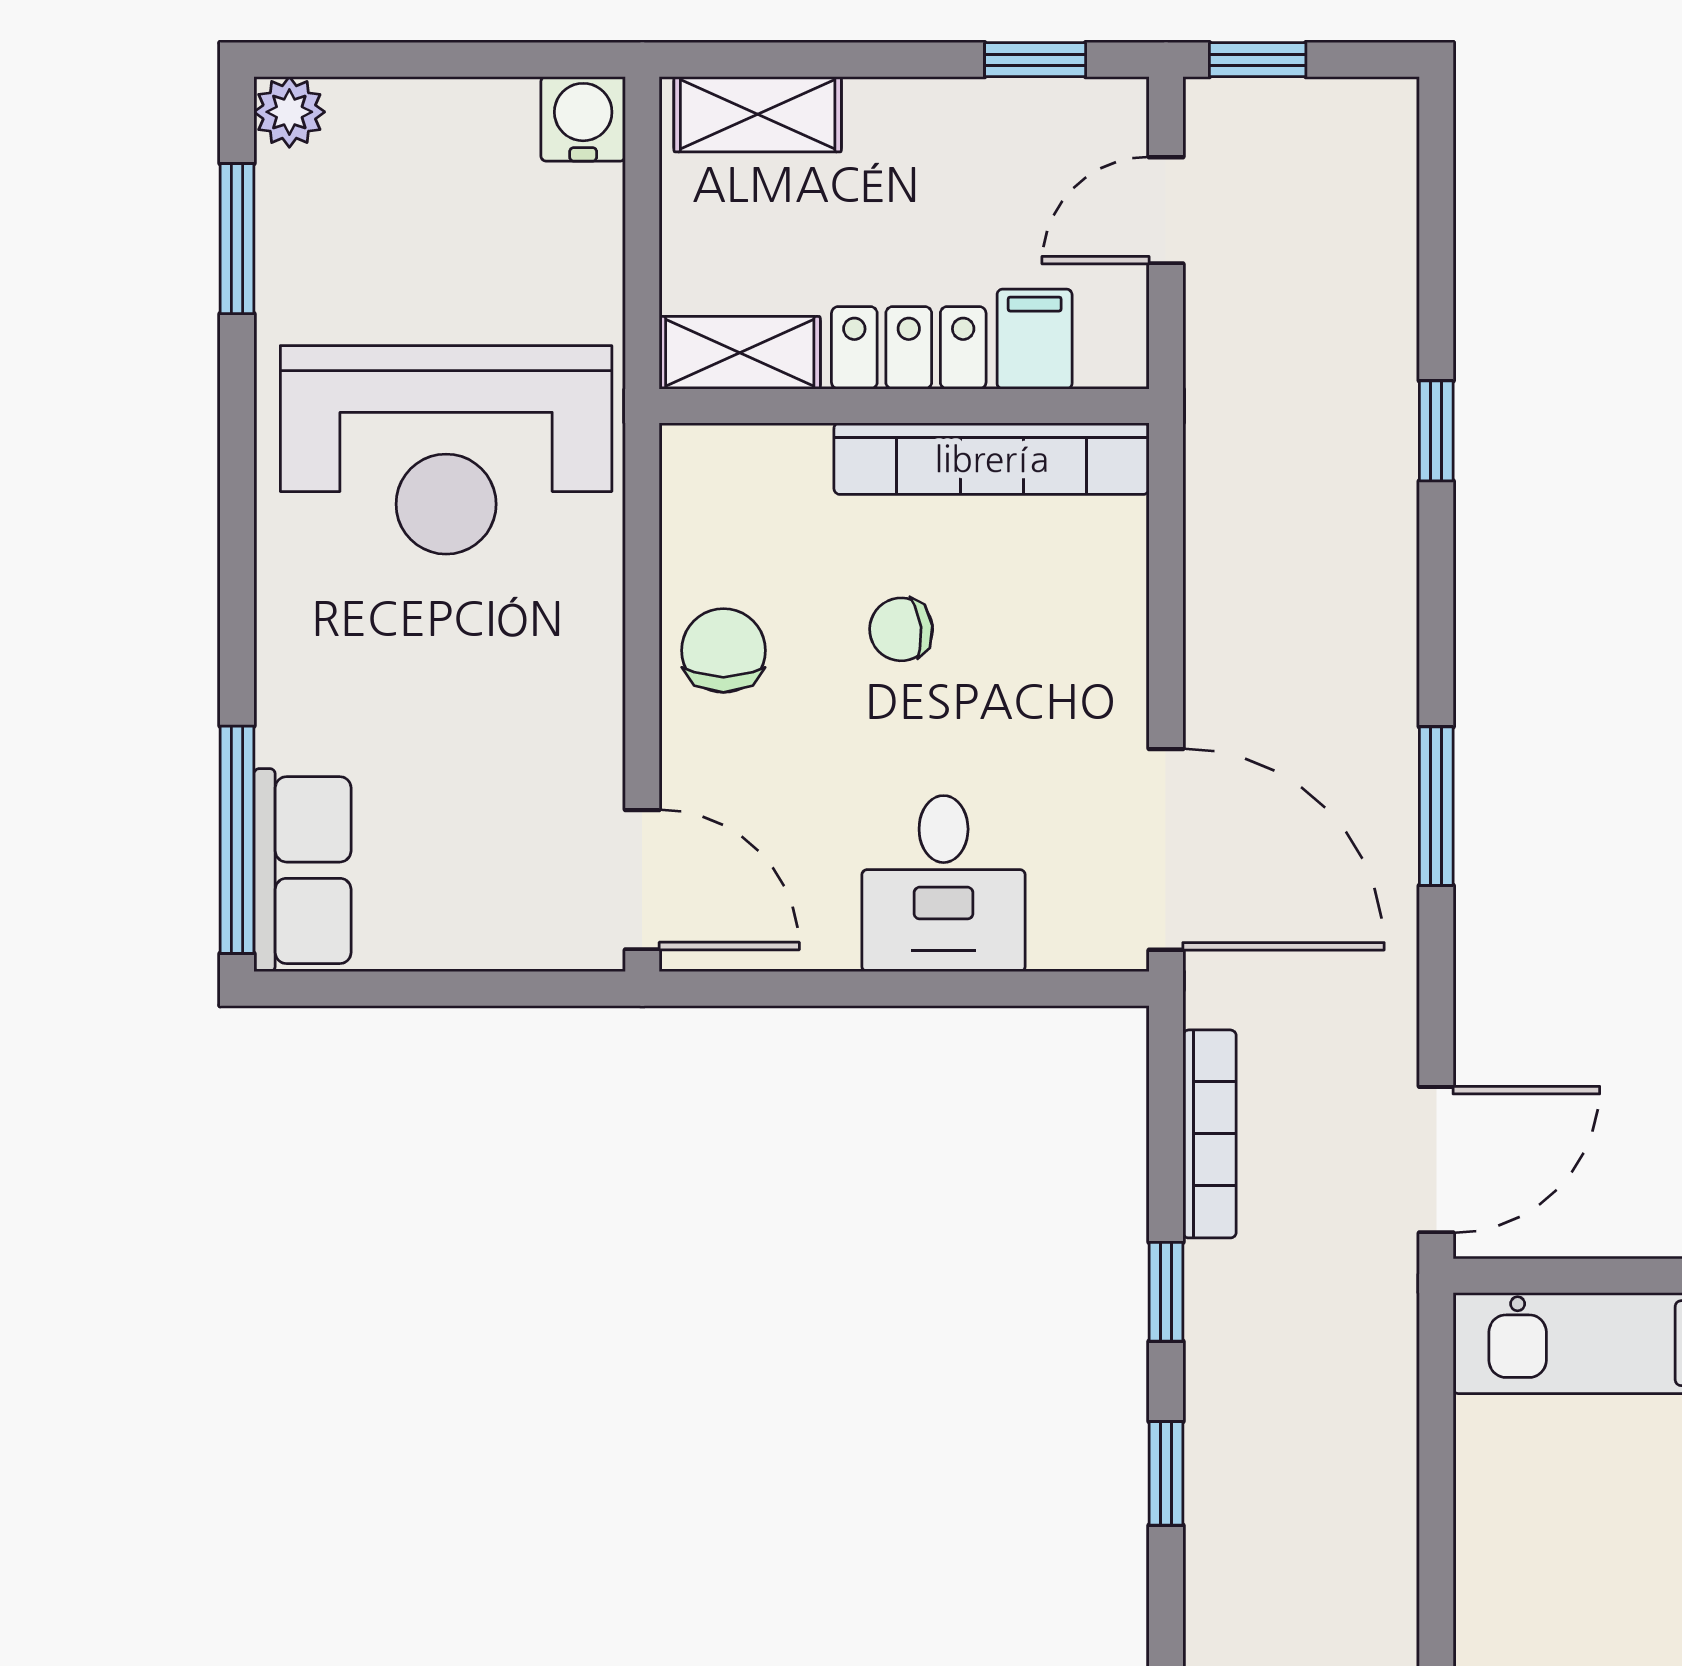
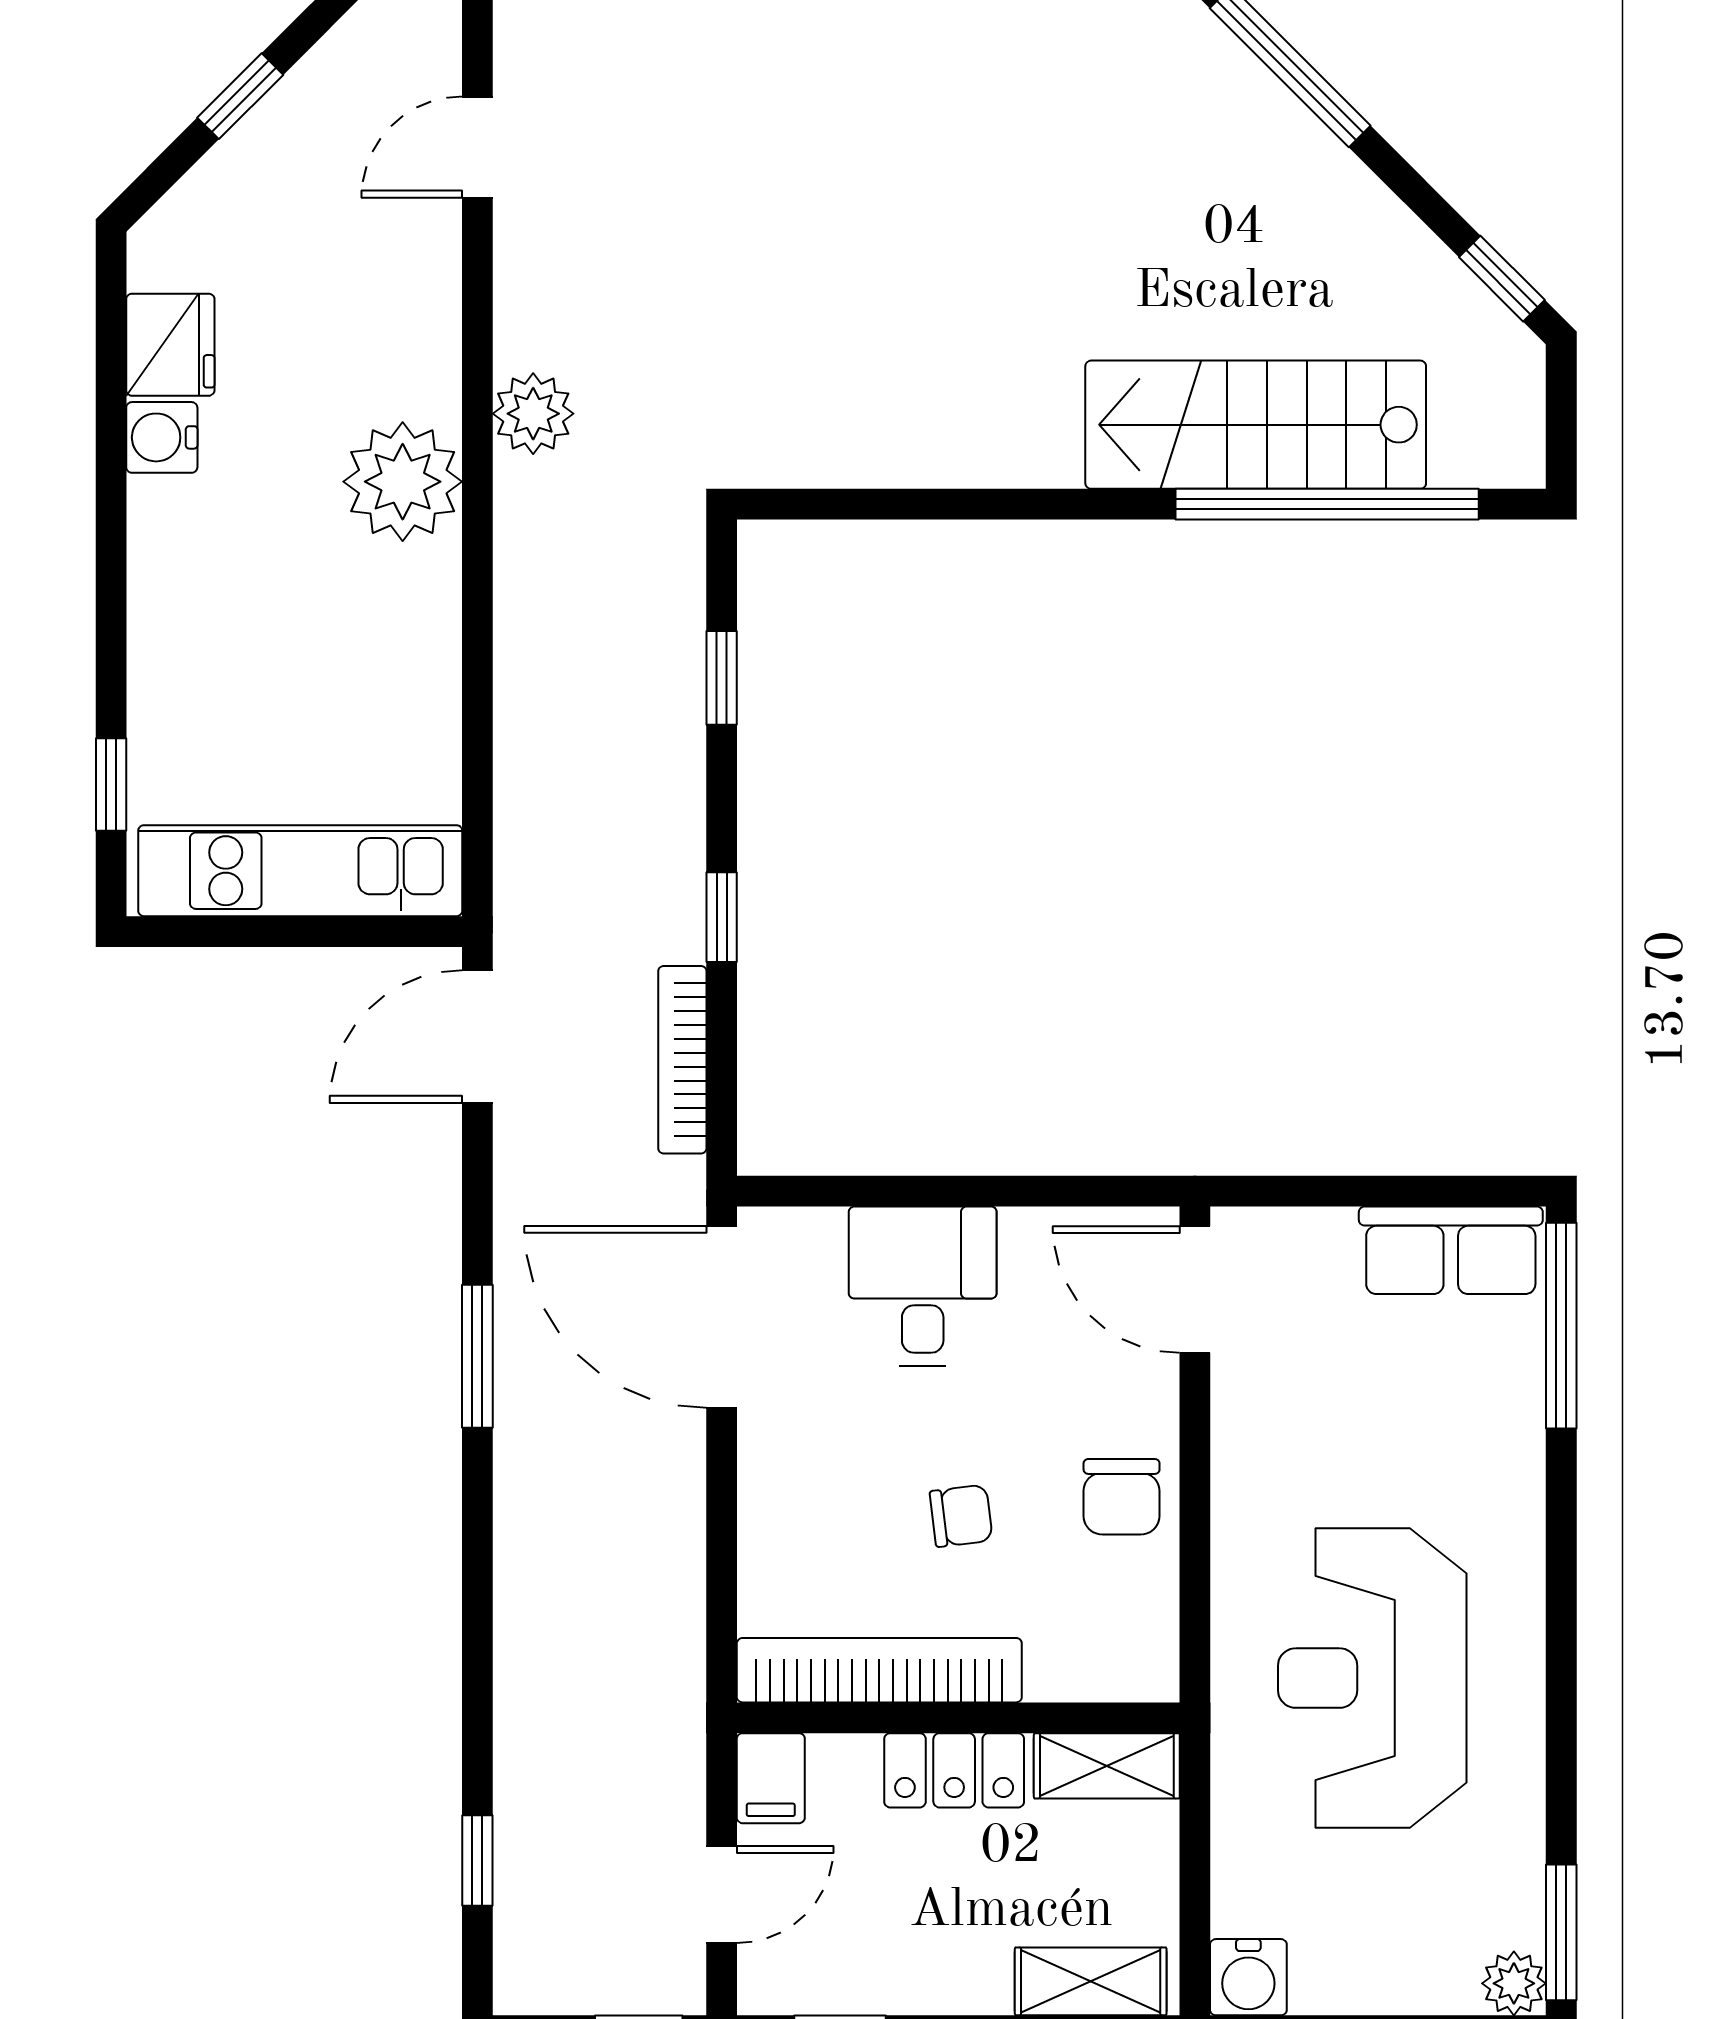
window: (237, 239) -> (1561, 1932), moved
filing cabinet: (1035, 339) -> (771, 1778), moved
window: (1436, 431) -> (477, 1860), moved
reception desk: (446, 450) -> (1372, 1678), turned -90
row of seats: (302, 870) -> (1451, 1250), moved, turned -90
window: (1166, 1473) -> (722, 678), moved

